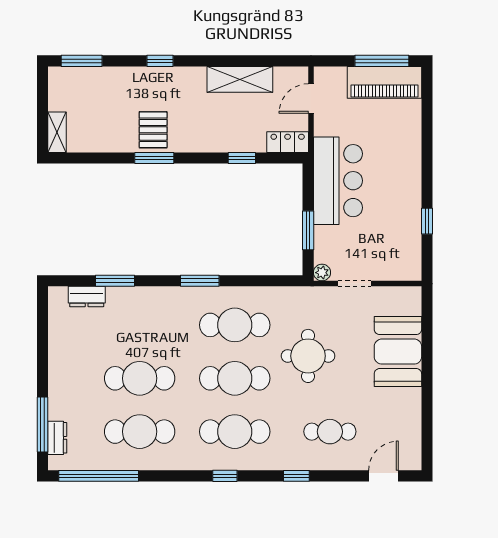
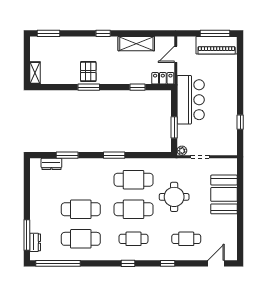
window: (160, 61) -> (103, 33), moved
cafe table: (235, 432) -> (134, 239), width x0.73, depth x0.74

